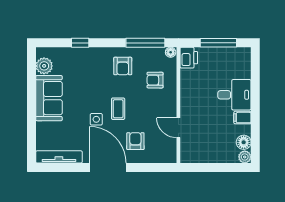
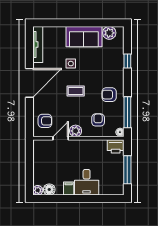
plant: (169, 109) -> (76, 131), added
side table: (96, 119) -> (71, 64), moved
armchair: (135, 141) -> (45, 121), moved

